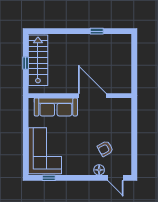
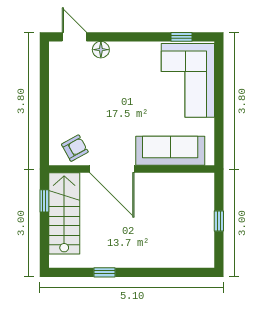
stairs: (38, 60) -> (64, 213), moved, turned 180
window: (134, 76) -> (44, 201), added
armchair: (105, 149) -> (75, 148), moved

